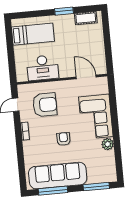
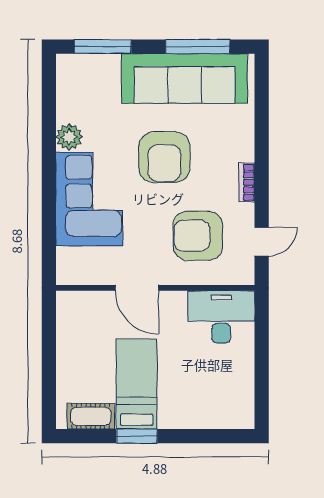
bed: (33, 34) -> (137, 384), moved, turned 90
desk: (43, 68) -> (221, 317), moved
door: (86, 77) -> (137, 288), moved
armchair: (64, 139) -> (164, 157), width x1.88, depth x1.88

